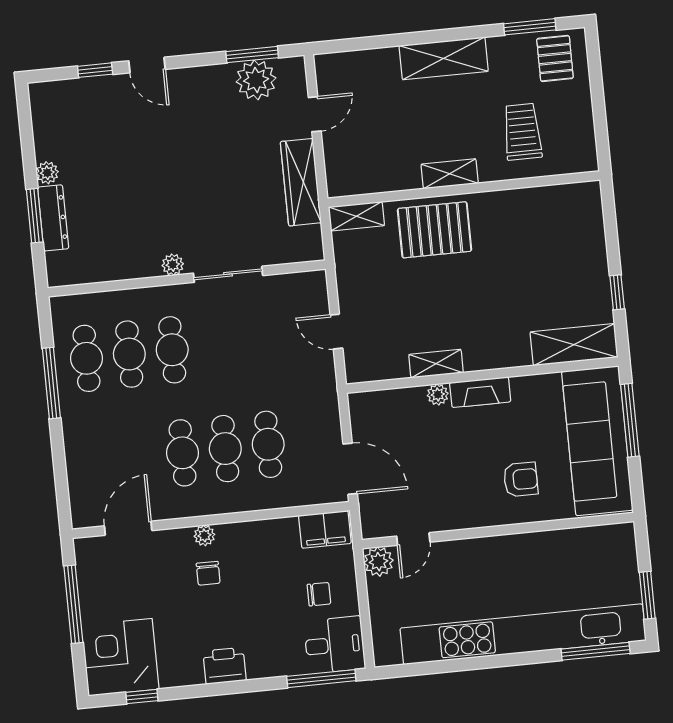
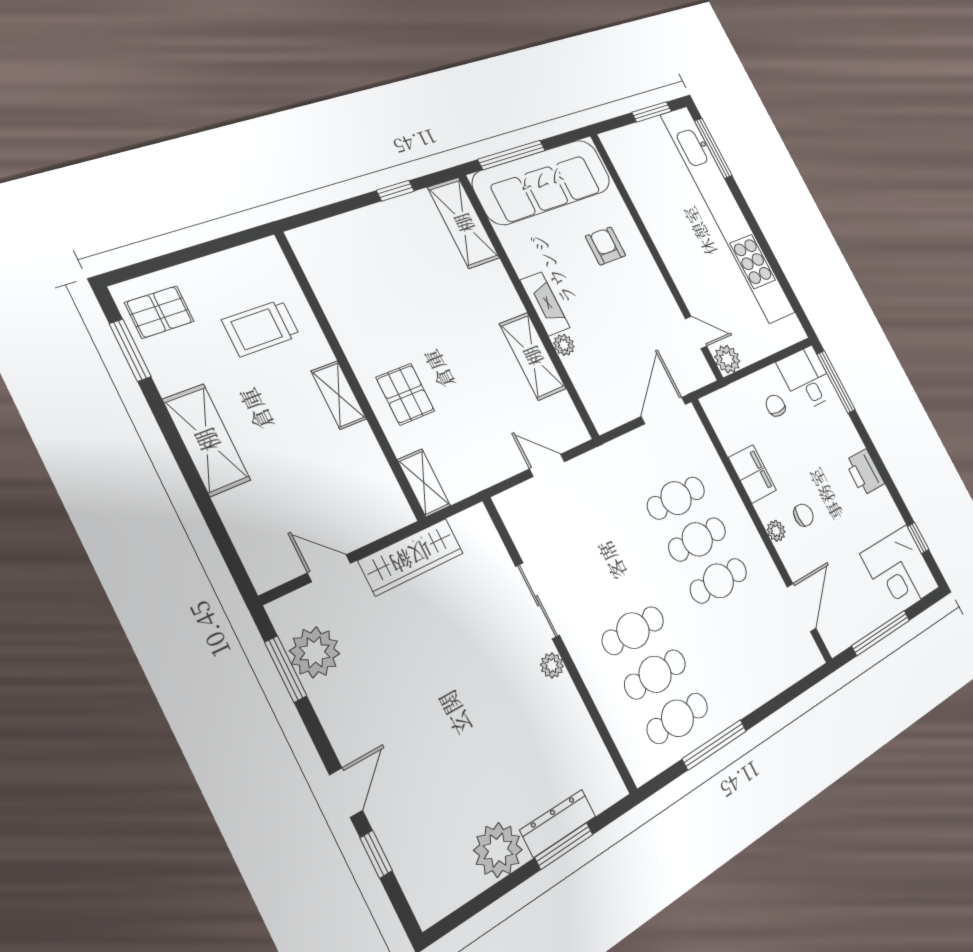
plant: (47, 173) -> (498, 850), width x1.88, depth x1.88
pallet: (435, 230) -> (405, 394), width x0.67, depth x0.71
door: (336, 332) -> (547, 465), swing flipped
shelving: (436, 364) -> (533, 356), width x1.50, depth x1.33
door: (128, 528) -> (802, 607), swing flipped
filing cabinet: (325, 529) -> (752, 474), moved

